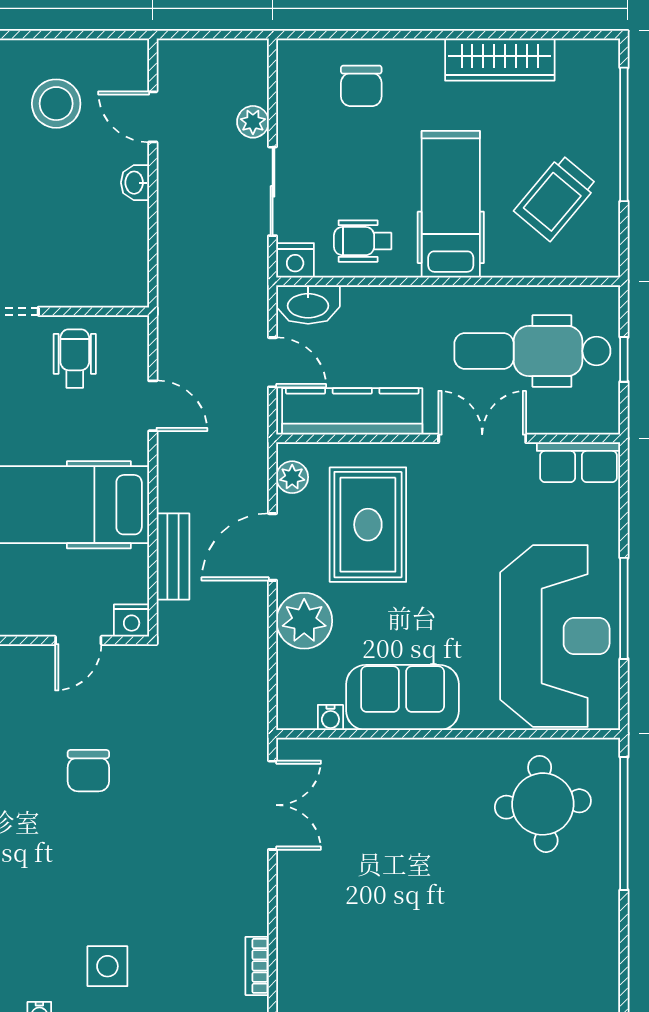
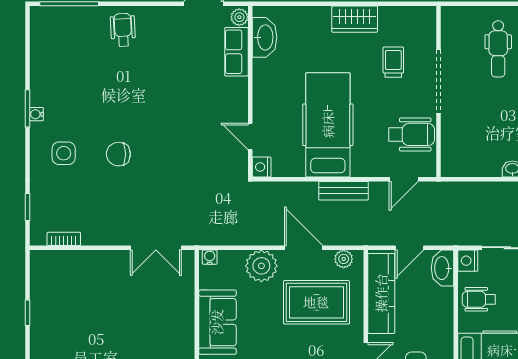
wheelchair: (363, 241) -> (479, 299), turned -90
wheelchair: (75, 359) -> (412, 134), width x1.36, depth x1.37
door: (153, 406) -> (404, 179), moved
bench: (173, 556) -> (343, 191), moved
water cooler: (330, 717) -> (210, 257), moved, turned 90
chair: (88, 771) -> (118, 154), moved

